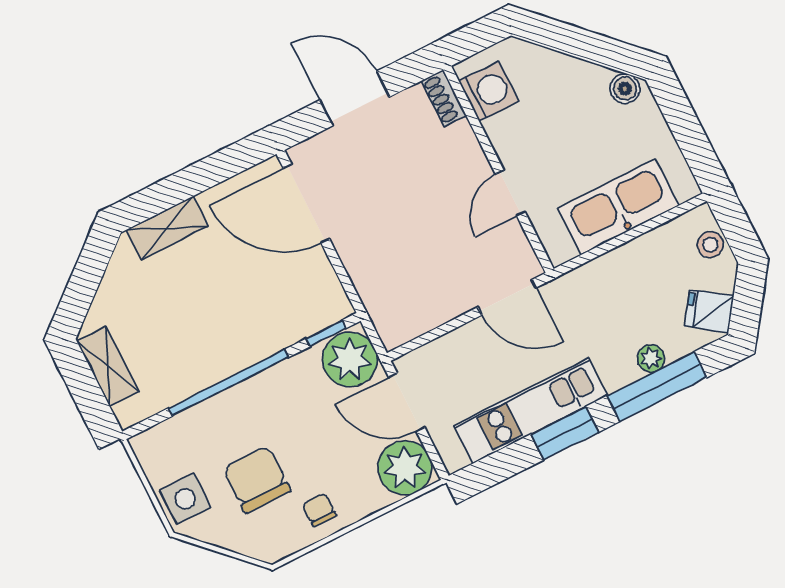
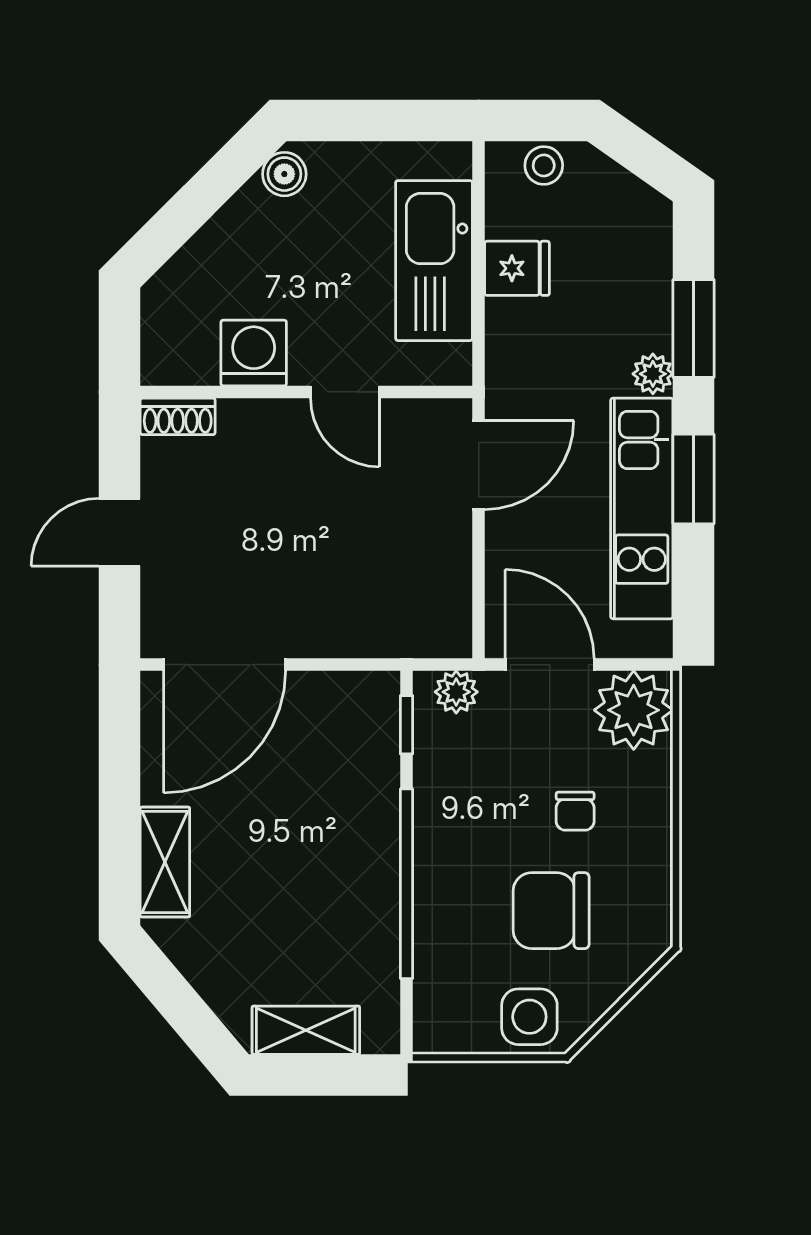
washing machine: (489, 91) -> (254, 353), moved
door: (355, 98) -> (120, 532), width x0.73
fridge: (709, 311) -> (517, 268), moved, turned -125
plant: (651, 358) -> (653, 374), moved
plant: (350, 360) -> (456, 692), width x0.53, depth x0.53
window: (657, 387) -> (694, 328), width x0.69
door: (407, 402) -> (550, 665), swing flipped
chair: (319, 510) -> (575, 811), moved, turned -90

